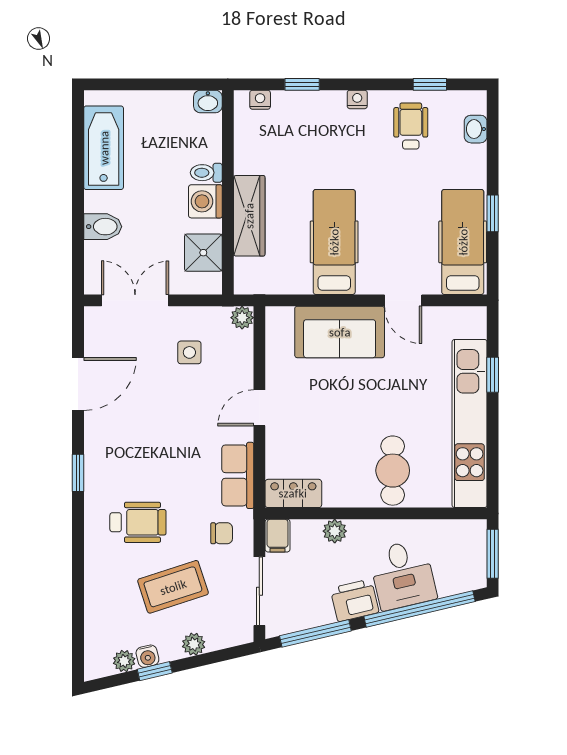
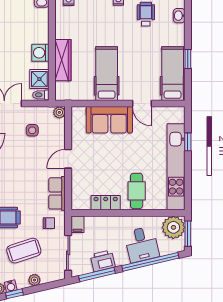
toilet: (206, 173) -> (41, 95), moved
locker: (293, 493) -> (106, 203), moved
plant: (335, 531) -> (173, 227), moved, width x1.87, depth x1.87
printer: (355, 600) -> (103, 261), moved

